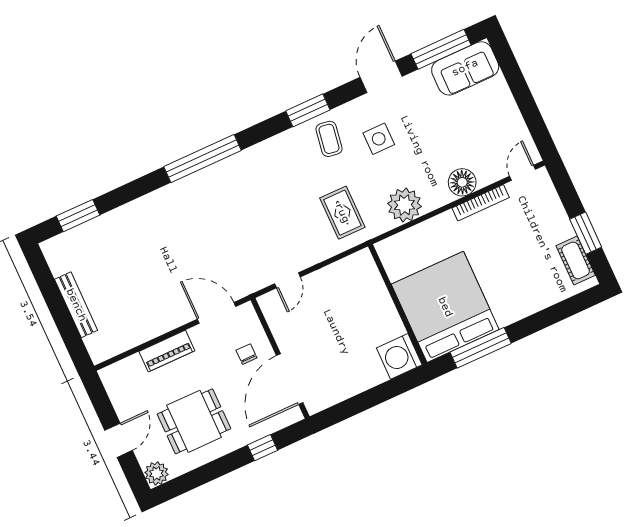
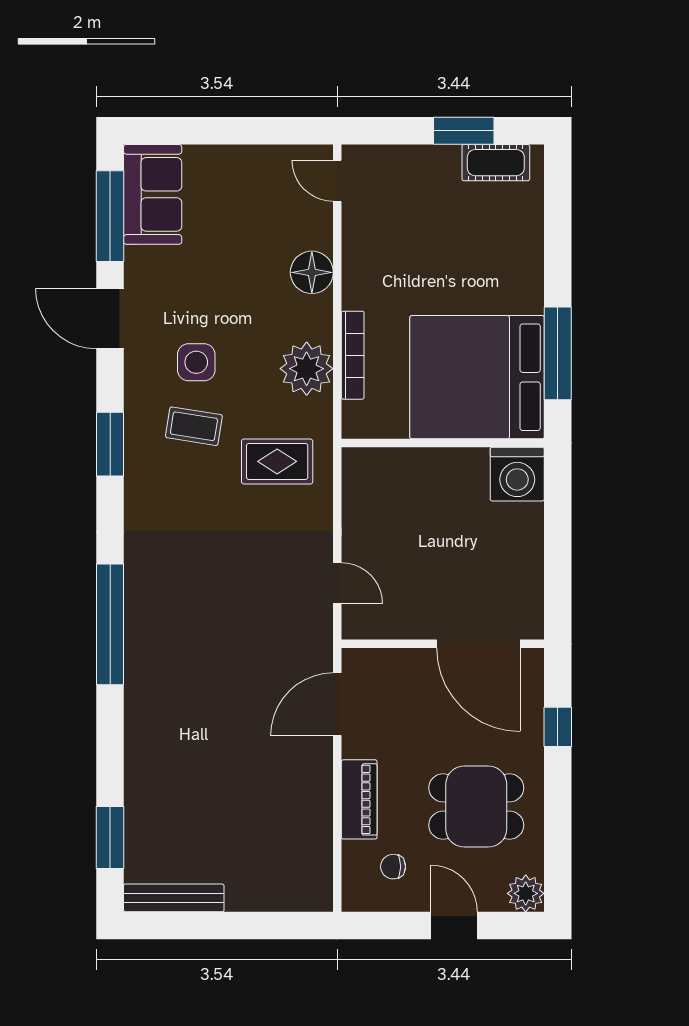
coffee table: (329, 139) -> (194, 426), moved
bookcase: (481, 203) -> (353, 355), moved
bench: (76, 305) -> (174, 898), moved
chair: (246, 354) -> (393, 867), moved
dining table: (194, 421) -> (476, 807), turned 90

